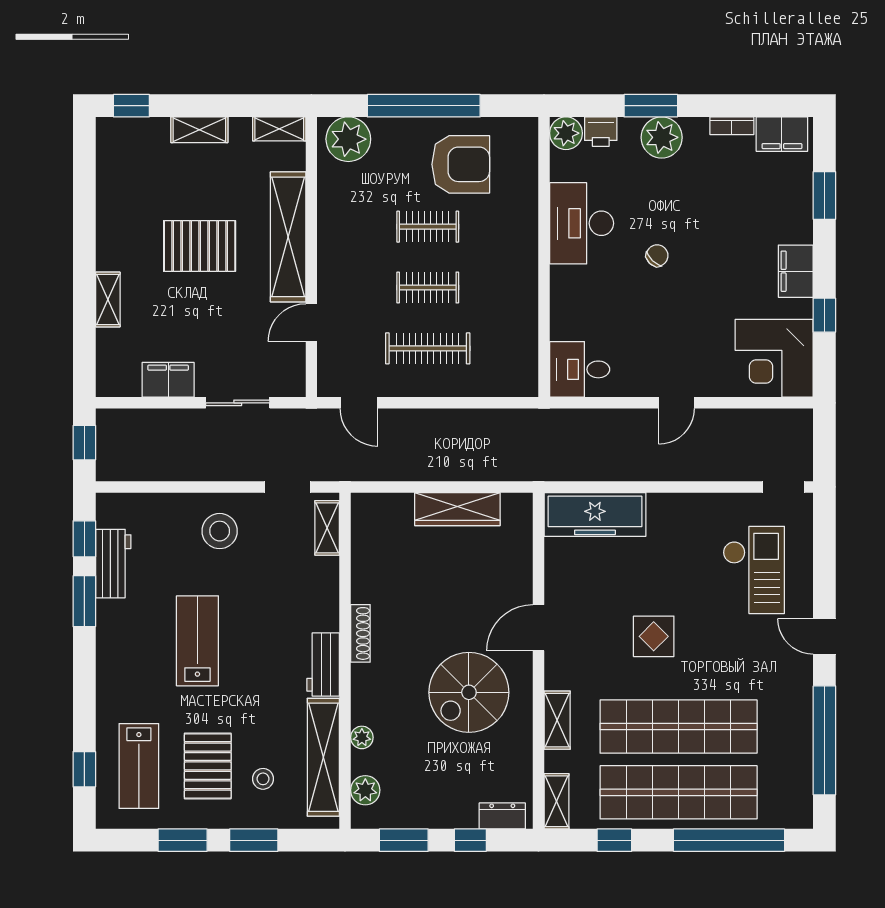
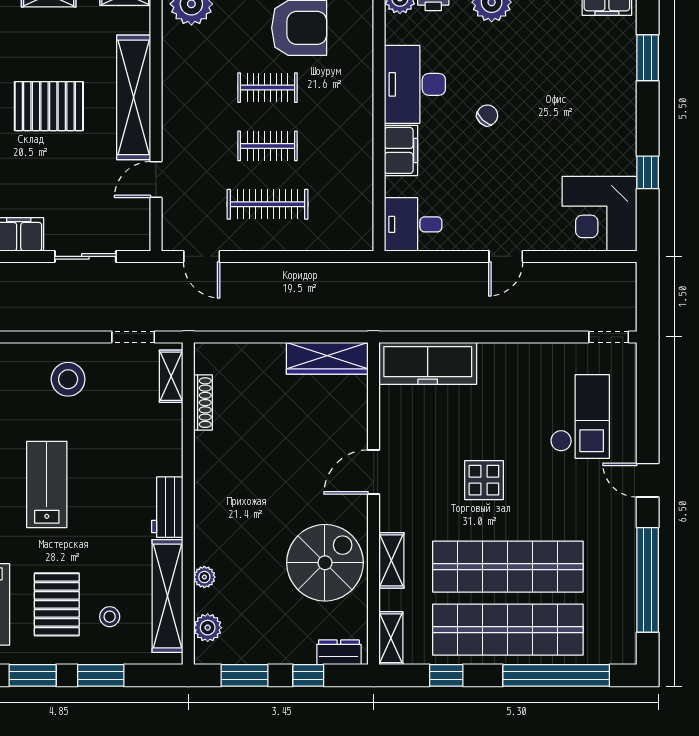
filing cabinet: (796, 271) -> (401, 150), moved, turned 180
wardrobe: (457, 509) -> (327, 358), moved
shoe rack: (360, 633) -> (203, 403), moved
spiral stairs: (469, 692) -> (325, 563), moved, turned 180

